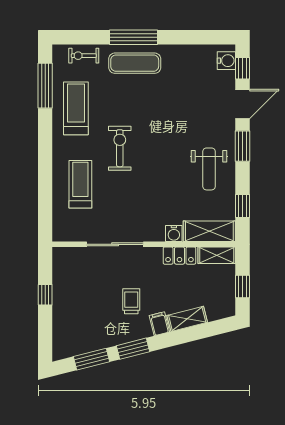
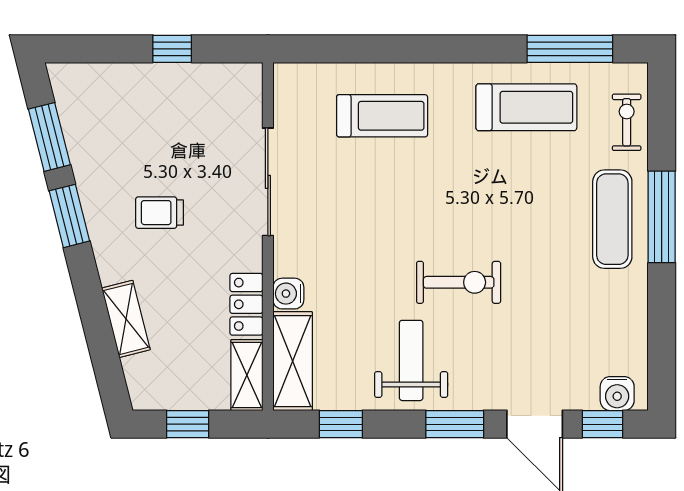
exercise bike: (120, 148) -> (459, 282), moved
weight bench: (209, 169) -> (411, 360), turned 90
trolley: (131, 301) -> (159, 213), turned 180
filing cabinet: (159, 324) -> (117, 266), removed

